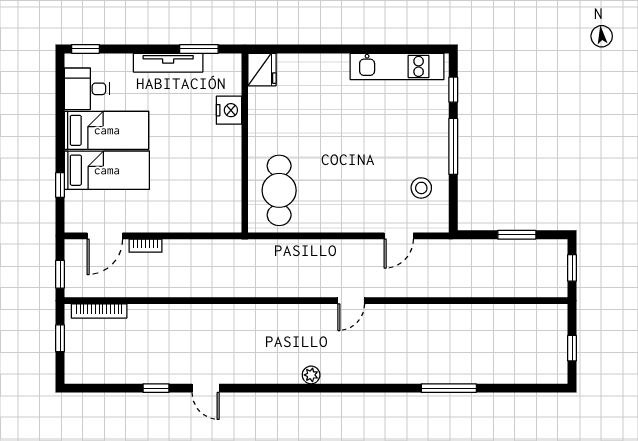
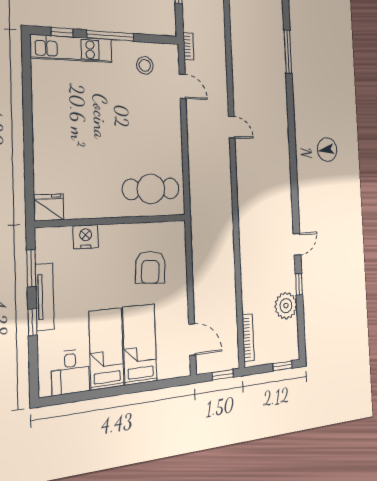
window: (85, 49) -> (32, 322), moved
kitchen unit: (397, 66) -> (72, 49), moved, turned 90
window: (60, 185) -> (153, 385), removed
armchair: (191, 186) -> (150, 267), added
bookcase: (146, 246) -> (188, 46), moved
window: (60, 338) -> (282, 366), moved
plant: (311, 375) -> (286, 306), moved, width x1.88, depth x1.88

